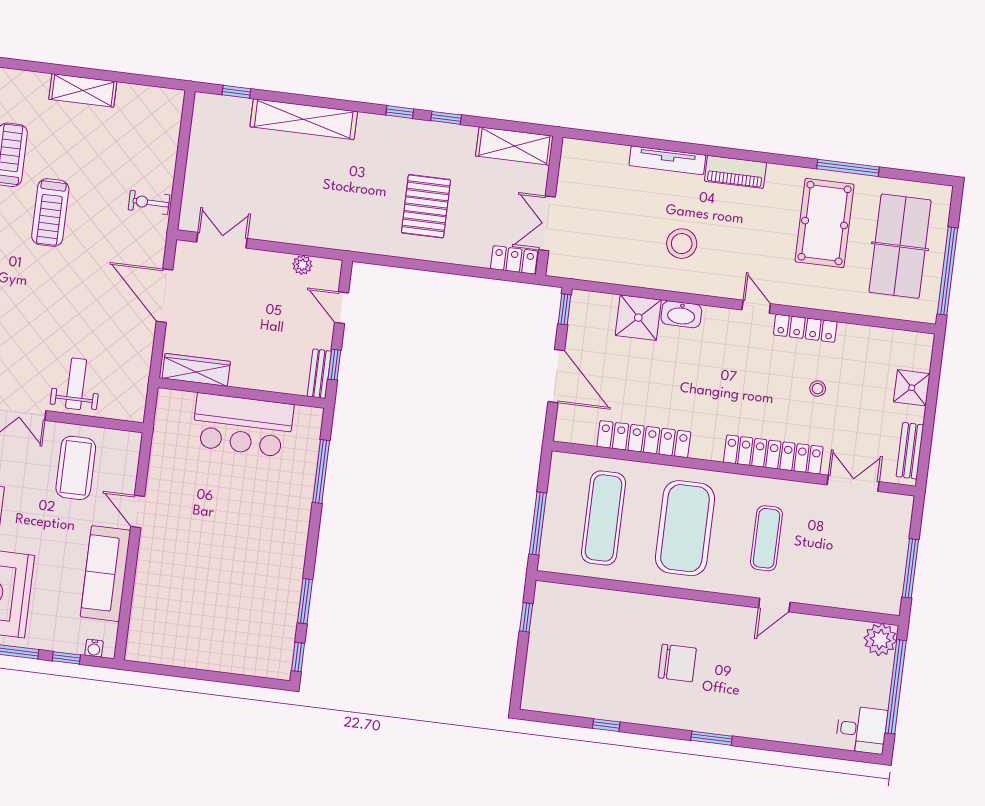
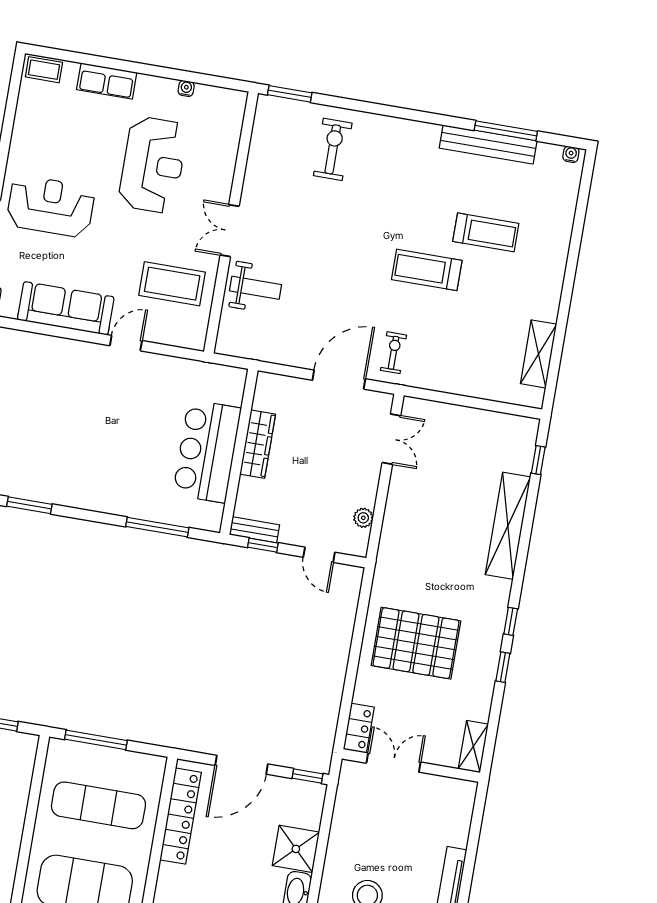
shelving: (83, 90) -> (539, 354), moved
shelving: (514, 146) -> (473, 746), width x0.67, depth x0.75
exercise bike: (149, 202) -> (394, 353), moved
pallet: (426, 206) -> (416, 643), width x1.37, depth x1.41
door: (342, 308) -> (319, 555), swing flipped
wardrobe: (196, 370) -> (258, 444), moved
locker: (644, 439) -> (181, 816), moved

